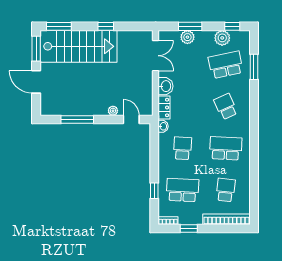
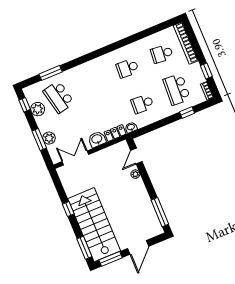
school desk: (226, 107) -> (93, 83), removed
window: (77, 120) -> (160, 212), moved
school desk: (226, 148) -> (127, 68), width x0.54

